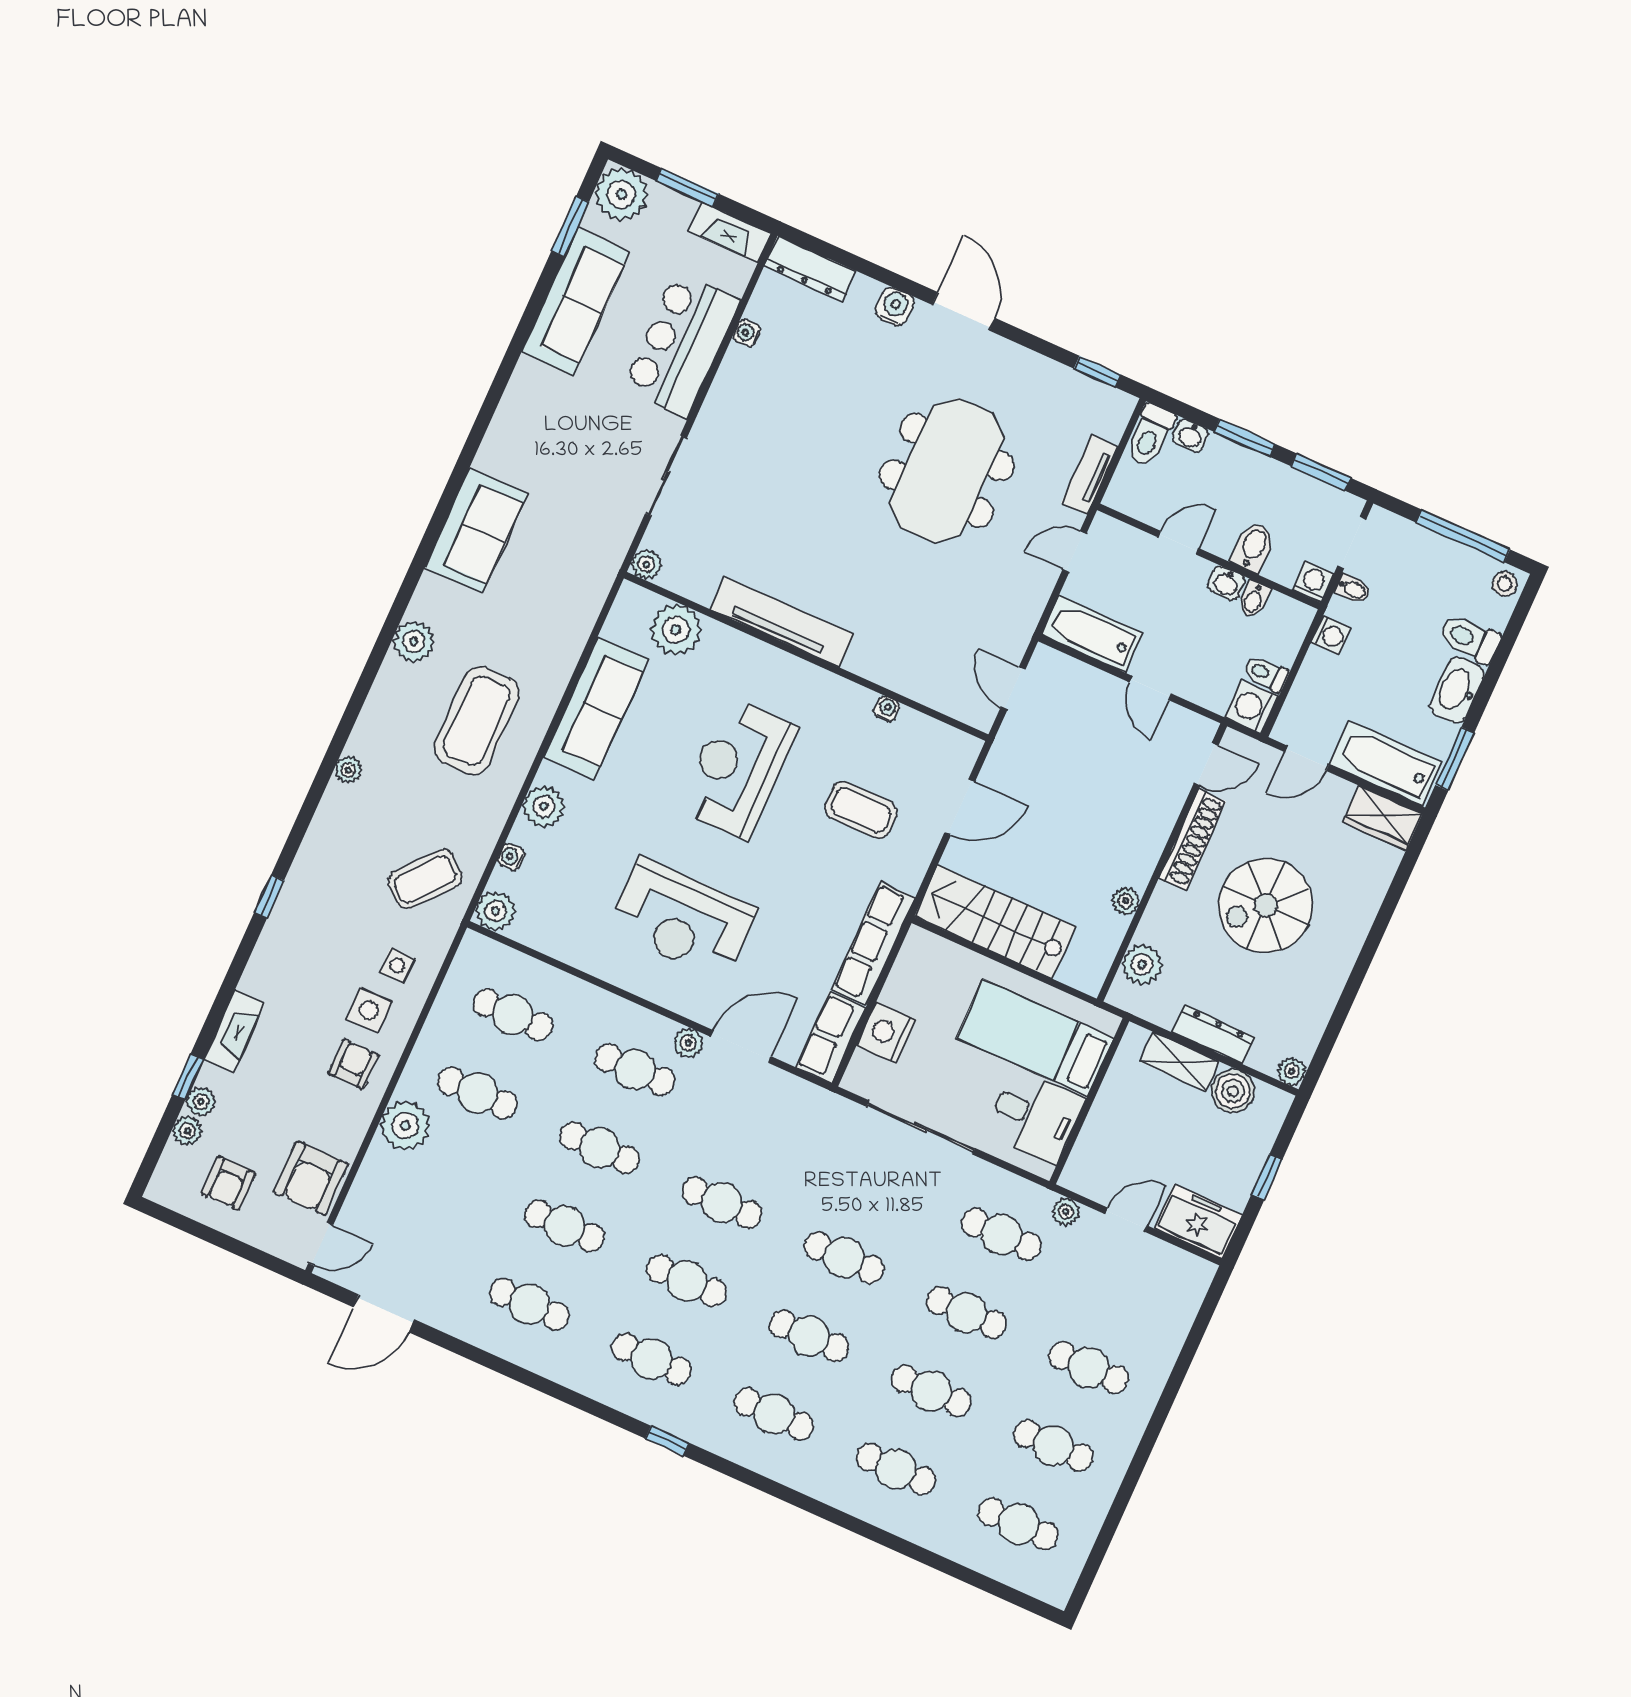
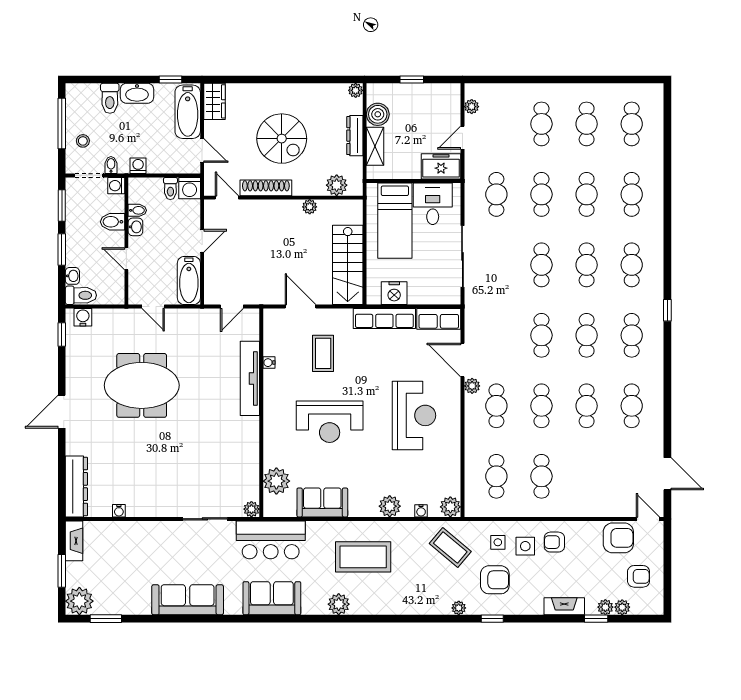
dresser: (810, 268) -> (76, 486), width x1.37, depth x1.24
sofa: (576, 302) -> (188, 600), moved
water cooler: (895, 307) -> (83, 317), moved, turned 90
bar counter: (681, 345) -> (271, 540), moved
tv unit: (1090, 475) -> (113, 316), removed
stool: (1505, 584) -> (83, 141), moved
tv unit: (782, 622) -> (250, 378), moved
sofa: (596, 708) -> (322, 502), width x0.73
window: (1455, 759) -> (171, 79), width x0.67
plant: (348, 770) -> (459, 608), moved
armchair: (334, 931) -> (495, 580), added
nightstand: (886, 1033) -> (394, 293), moved
plant: (405, 1126) -> (573, 504), removed
plant: (1066, 1212) -> (472, 107), moved
door: (1126, 1220) -> (462, 138), hinge flipped
freezer: (1198, 1222) -> (441, 166), moved, turned 90

